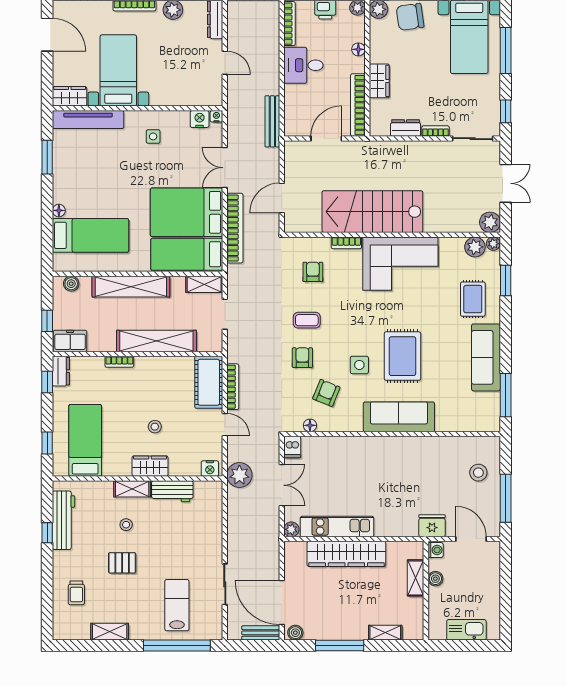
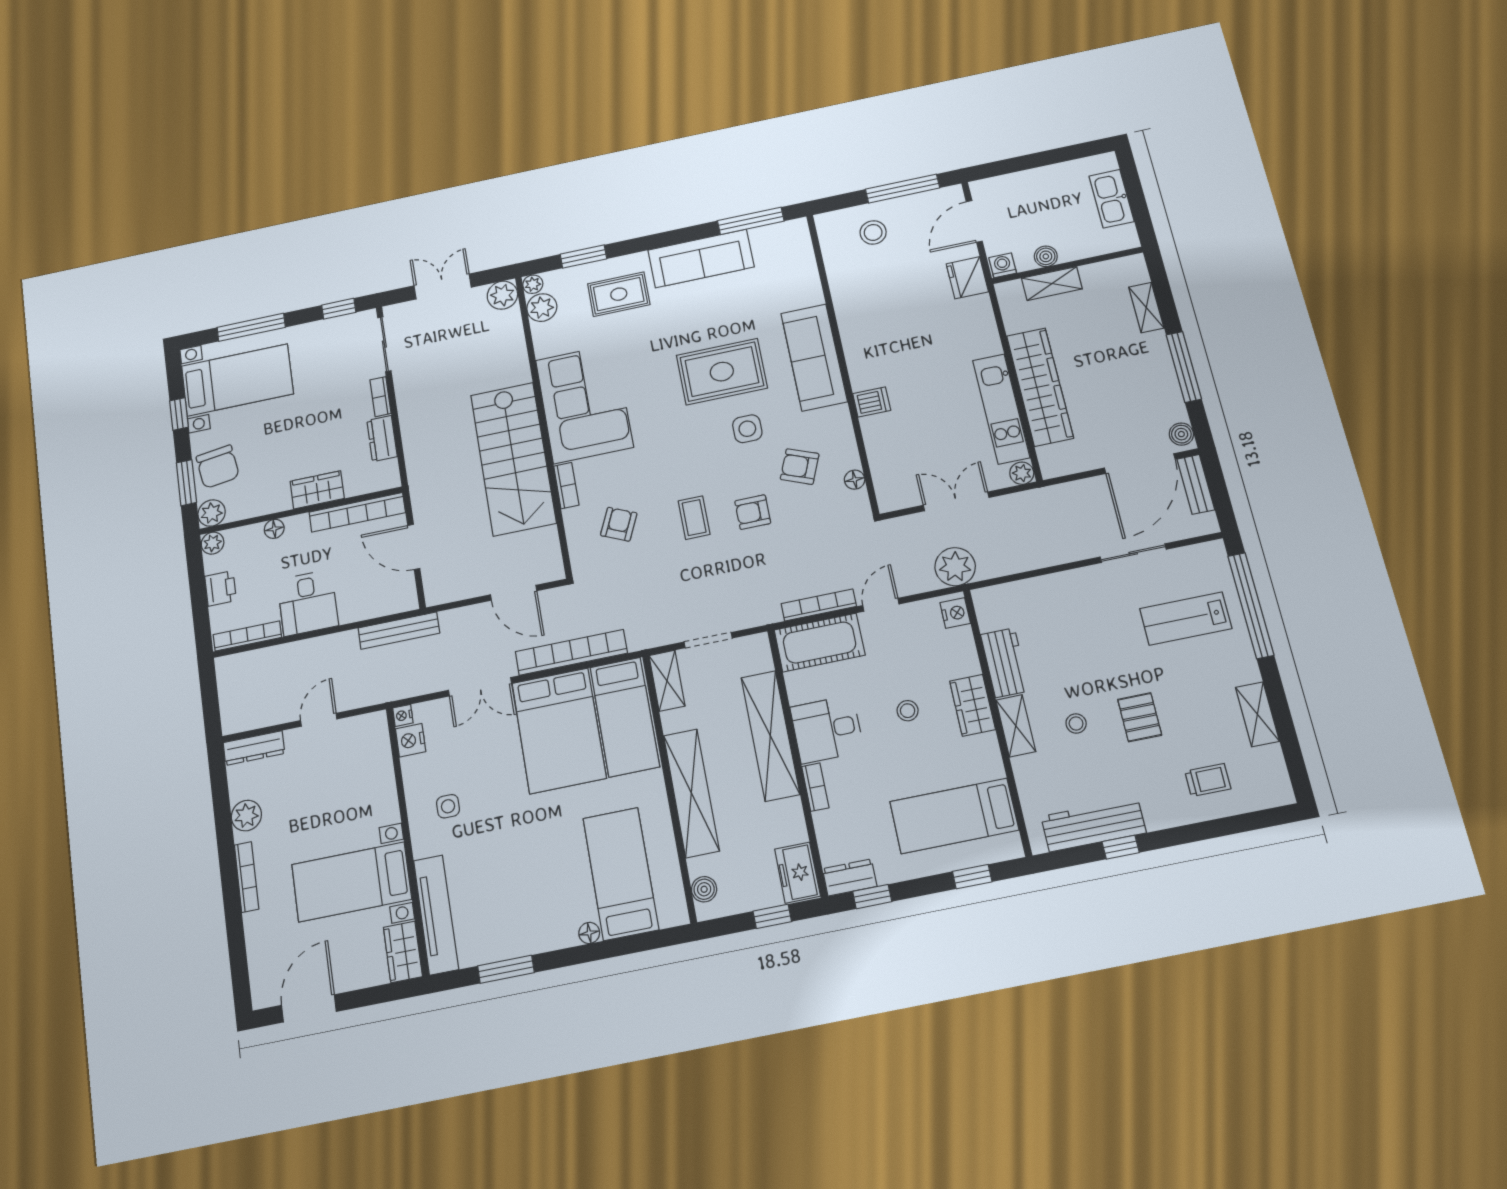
armchair: (313, 272) -> (619, 524), turned 114
desk: (153, 376) -> (827, 729), added
dishwasher: (292, 447) -> (872, 402), moved

